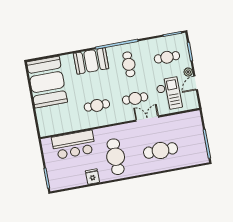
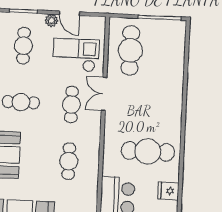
cafe table: (161, 150) -> (130, 50), moved

